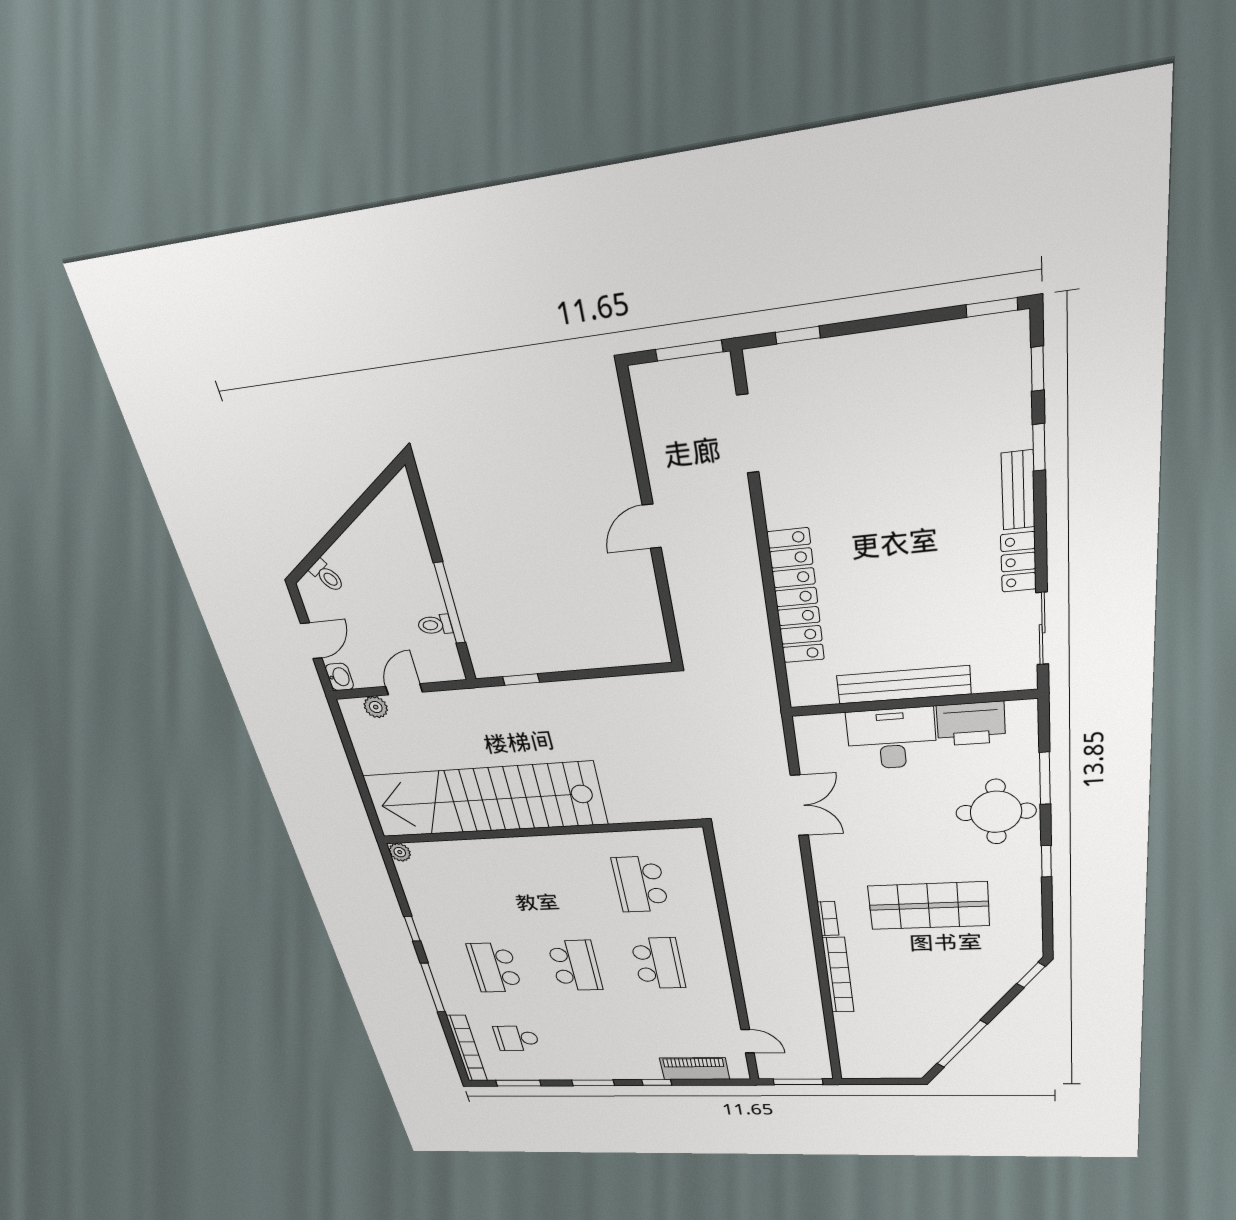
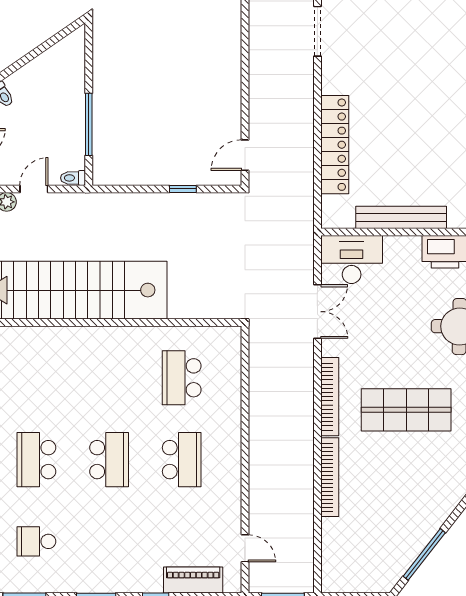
door: (652, 526) -> (245, 155), moved
toilet: (435, 625) -> (73, 178), moved
window: (521, 679) -> (183, 189), moved
desk: (892, 739) -> (352, 259), moved
bookcase: (828, 919) -> (330, 397), width x2.31, depth x1.31

